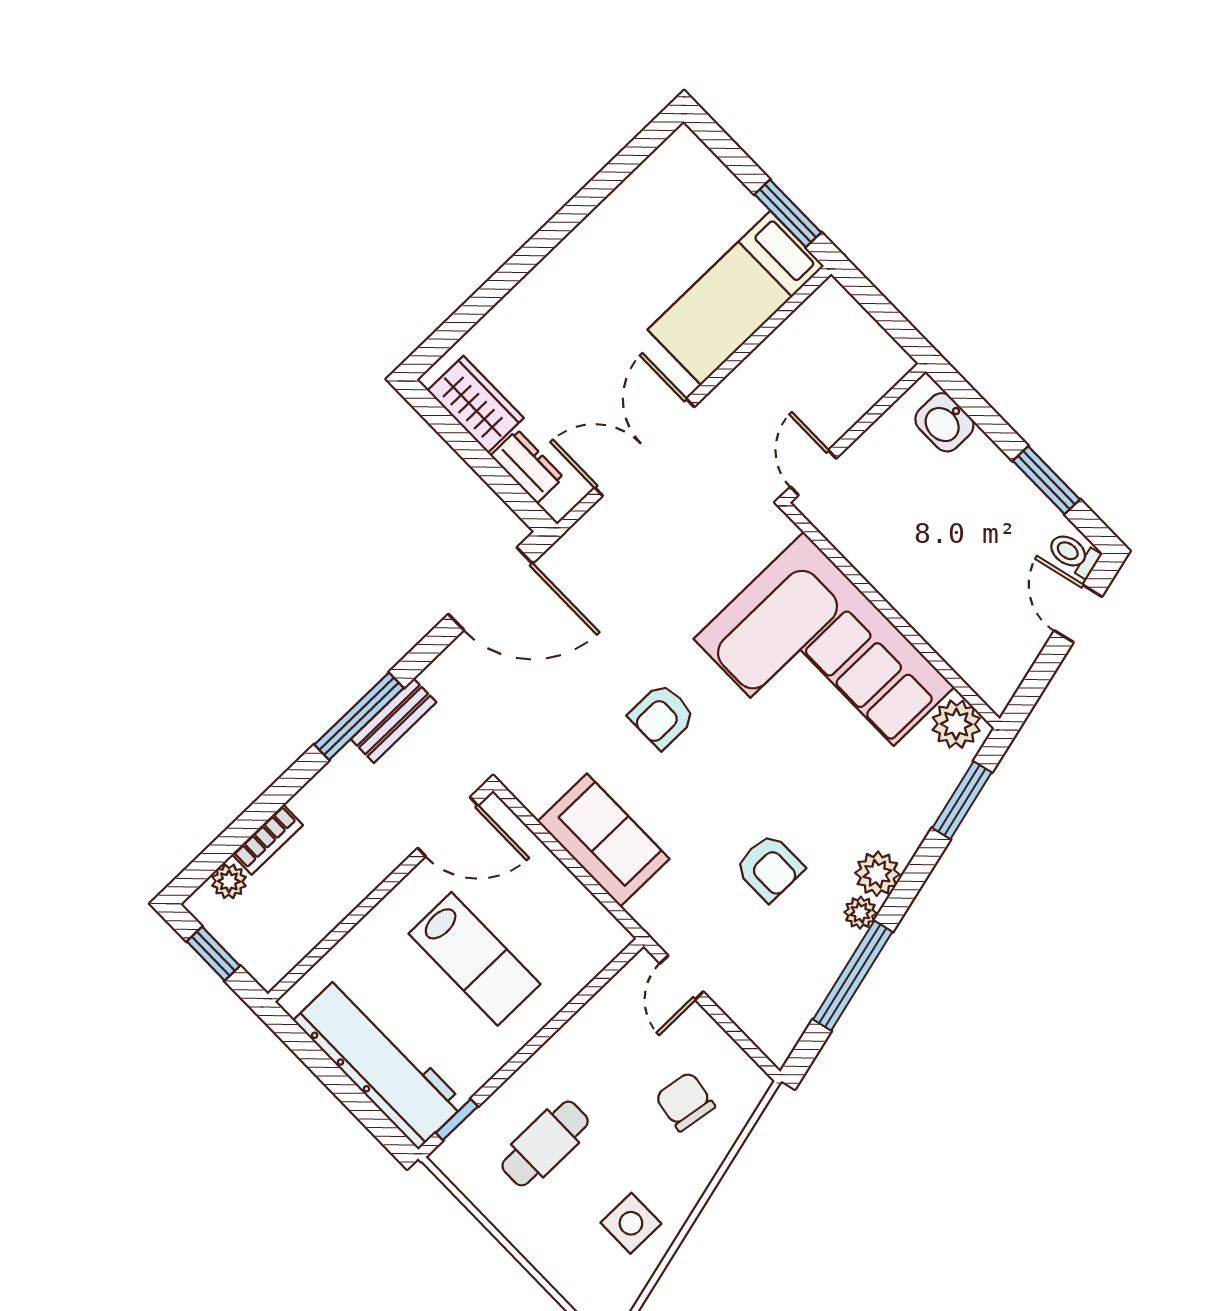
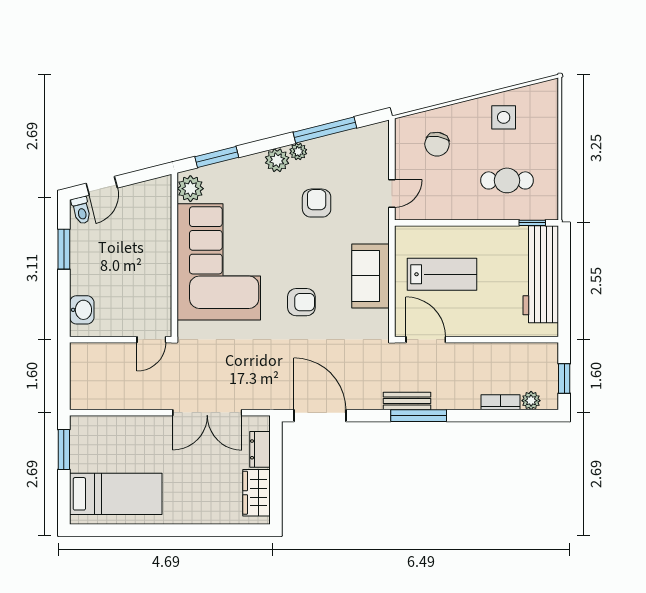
bed: (736, 298) -> (116, 494), moved
lab bench: (474, 959) -> (442, 274), moved, turned 90

